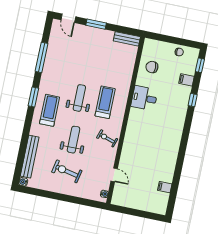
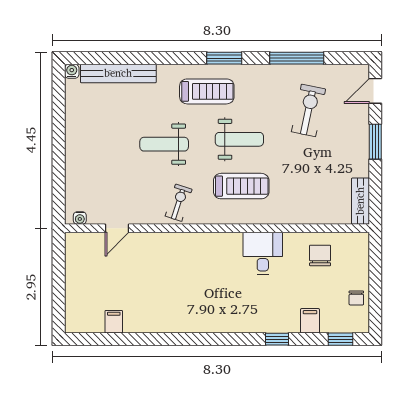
weight bench: (74, 140) -> (164, 144), turned 180
exercise bike: (67, 171) -> (308, 110), moved

